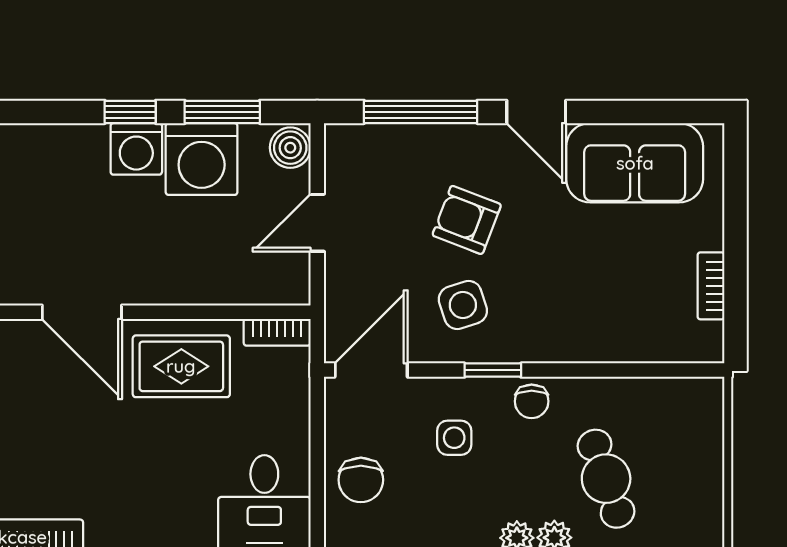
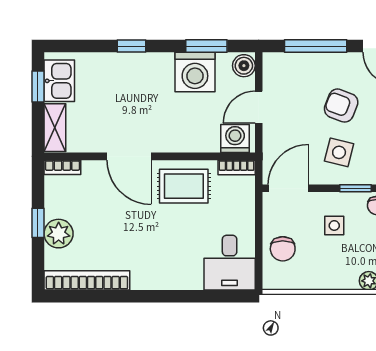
window: (130, 112) -> (132, 46), moved
washing machine: (136, 149) -> (235, 138), moved, turned 180
side table: (463, 305) -> (339, 152), turned 32

